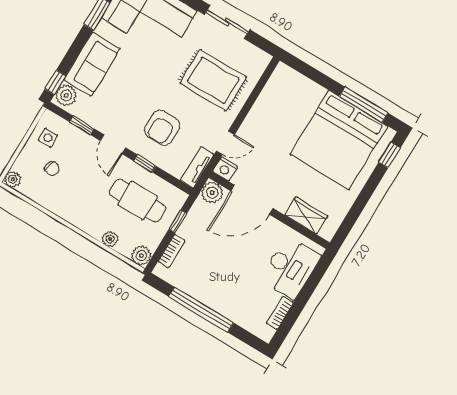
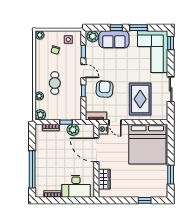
window: (55, 82) -> (116, 28), moved
window: (364, 105) -> (171, 175), width x0.69
armchair: (162, 128) -> (105, 89), turned 94
bed: (339, 140) -> (147, 144), moved, turned -90
door: (113, 144) -> (83, 71), swing flipped
window: (390, 155) -> (145, 200), moved
plant: (212, 193) -> (73, 130), moved
cafe table: (137, 201) -> (55, 83), moved, width x0.73, depth x0.74
window: (201, 310) -> (32, 169), moved

